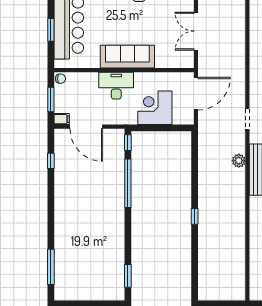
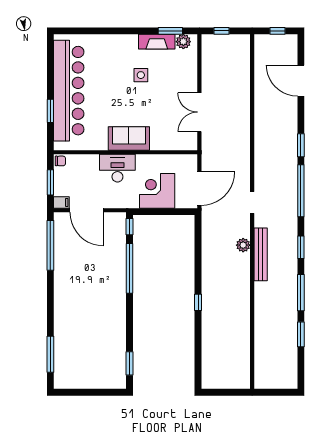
sofa: (127, 57) -> (129, 138), width x0.73
door: (196, 94) -> (199, 189), moved
window: (51, 161) -> (50, 245), width x3.17

